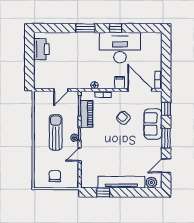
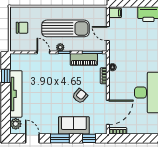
filing cabinet: (120, 83) -> (115, 13), moved
sun lounger: (56, 132) -> (66, 28), width x1.36, depth x1.34

